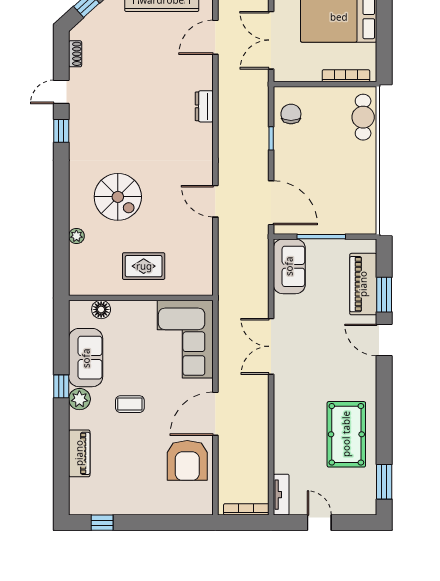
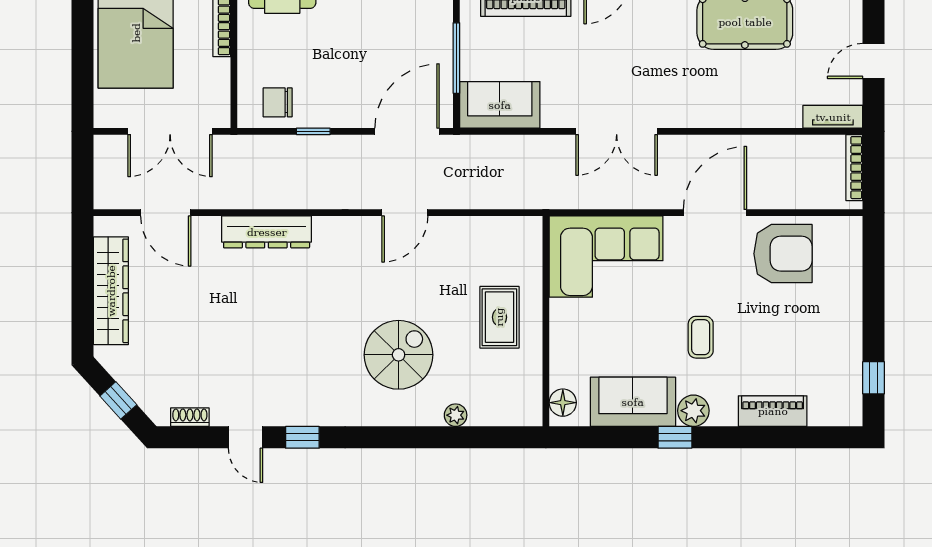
dresser: (204, 106) -> (267, 232), width x1.96, depth x1.24
floor lamp: (101, 309) -> (563, 403), moved
door: (215, 414) -> (715, 213), swing flipped

